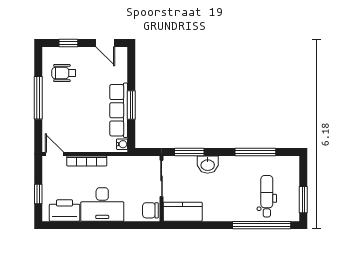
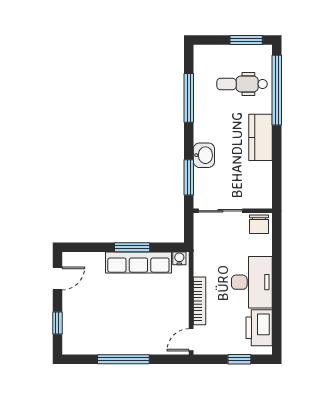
wheelchair: (64, 73) -> (94, 329), removed
kitchen counter: (183, 212) -> (261, 137), moved

